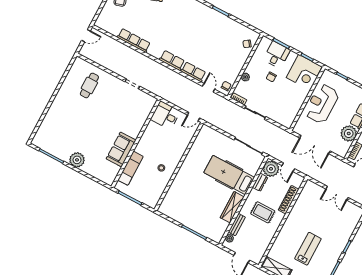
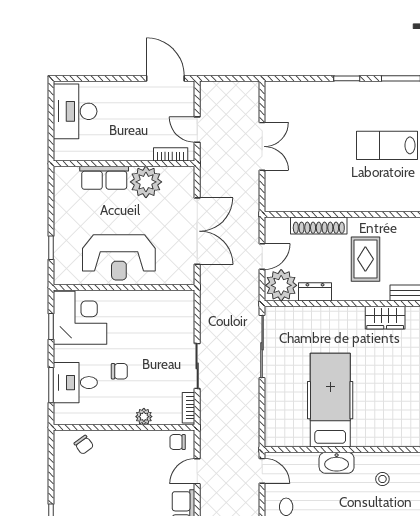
washbasin: (179, 151) -> (337, 463), added
hospital bed: (229, 175) -> (330, 400), moved, turned 180
wardrobe: (232, 207) -> (385, 318), width x0.67

